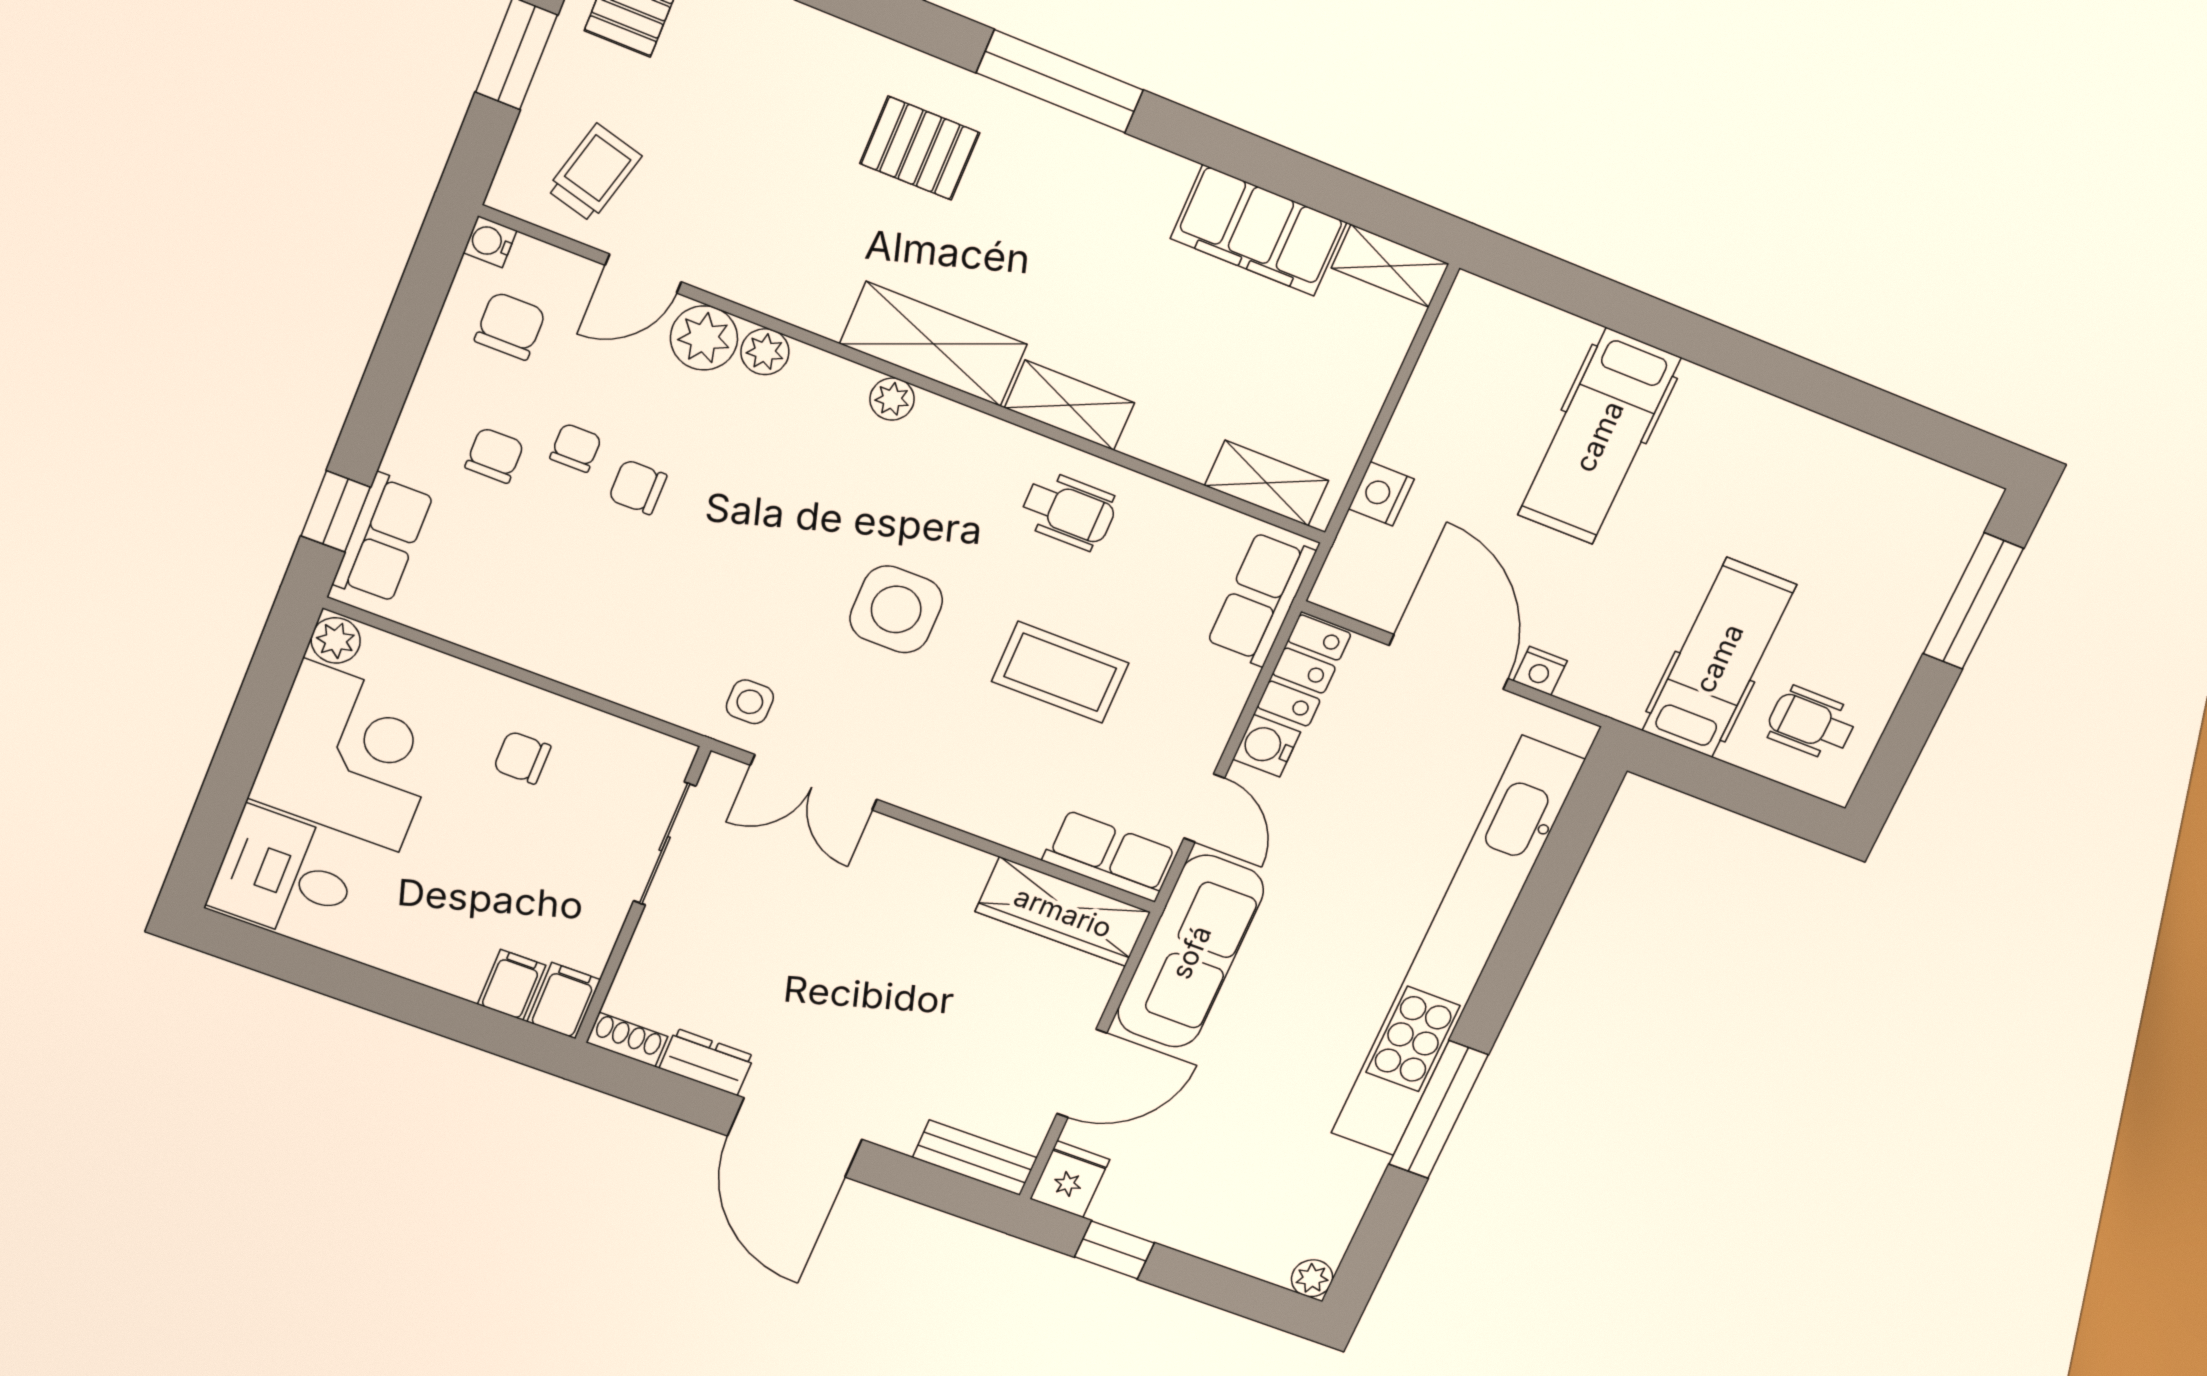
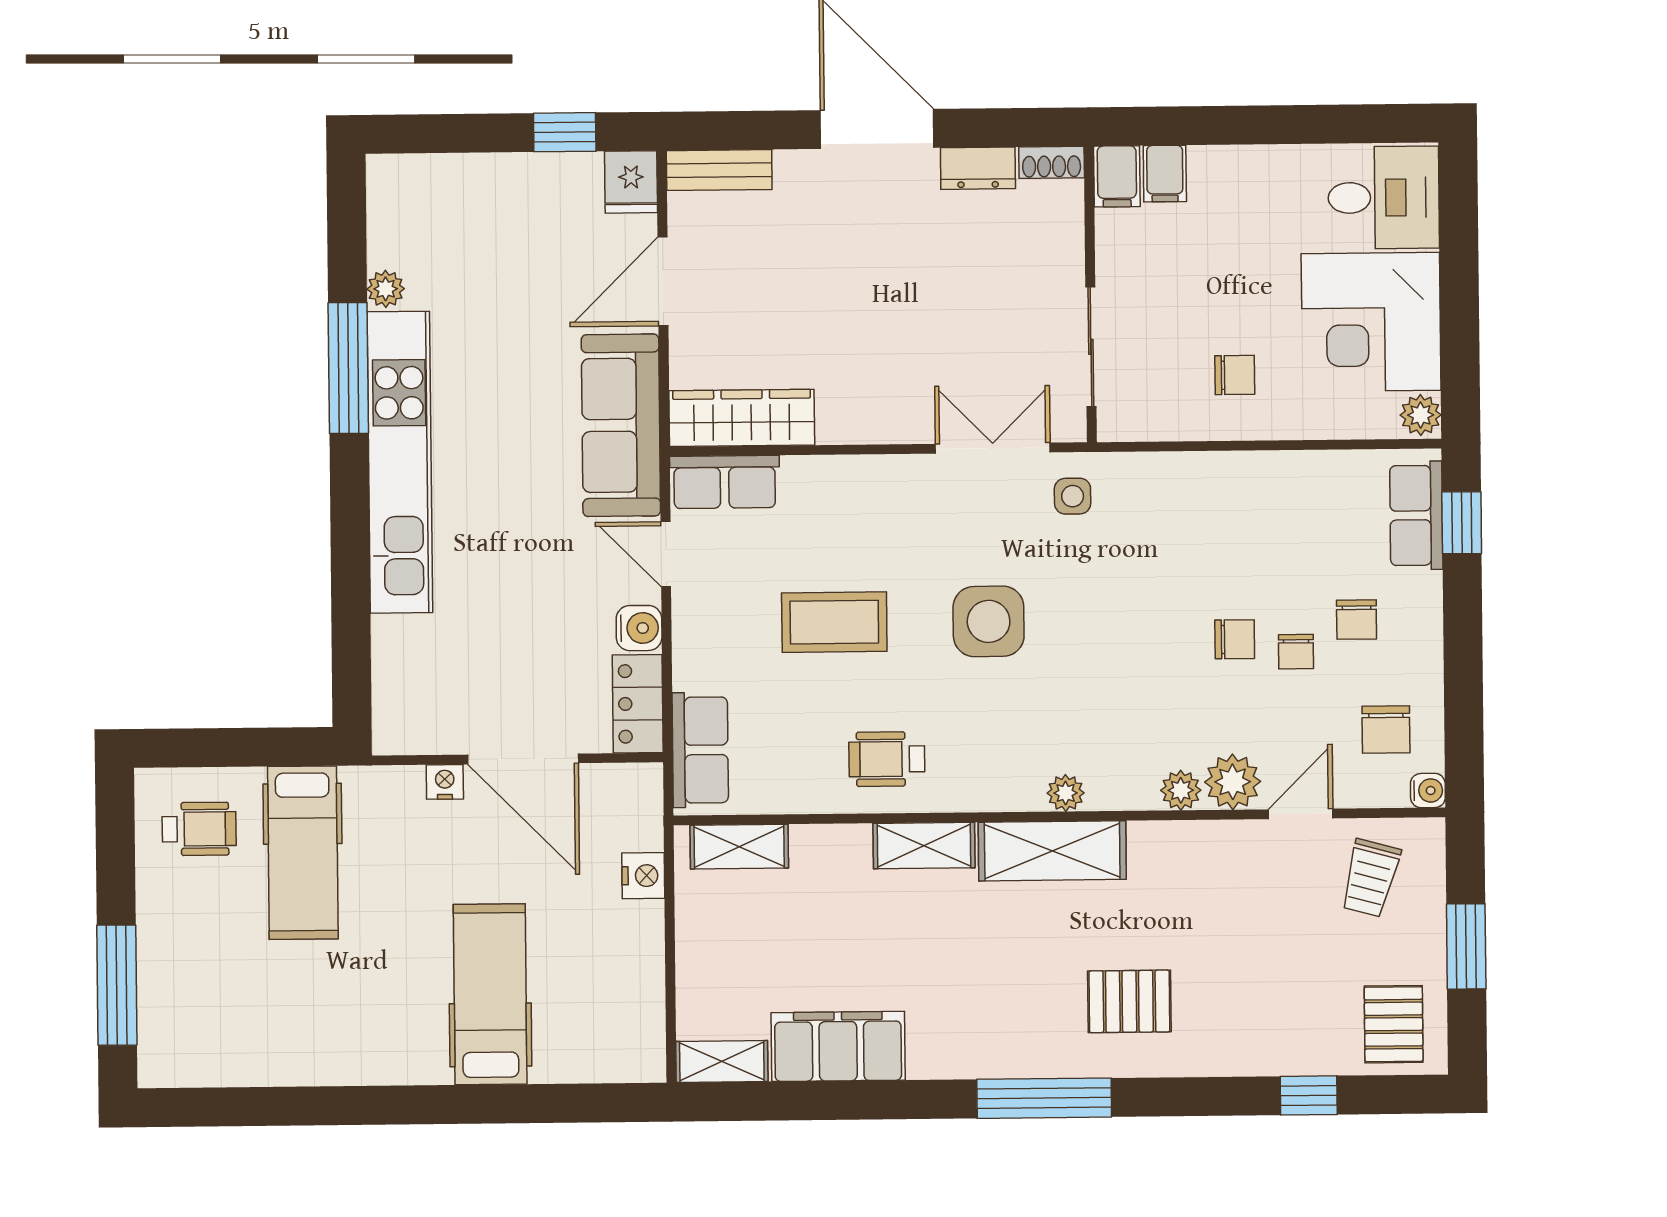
kitchen unit: (1457, 948) -> (400, 462), width x0.73
plant: (1312, 1278) -> (386, 289), moved

